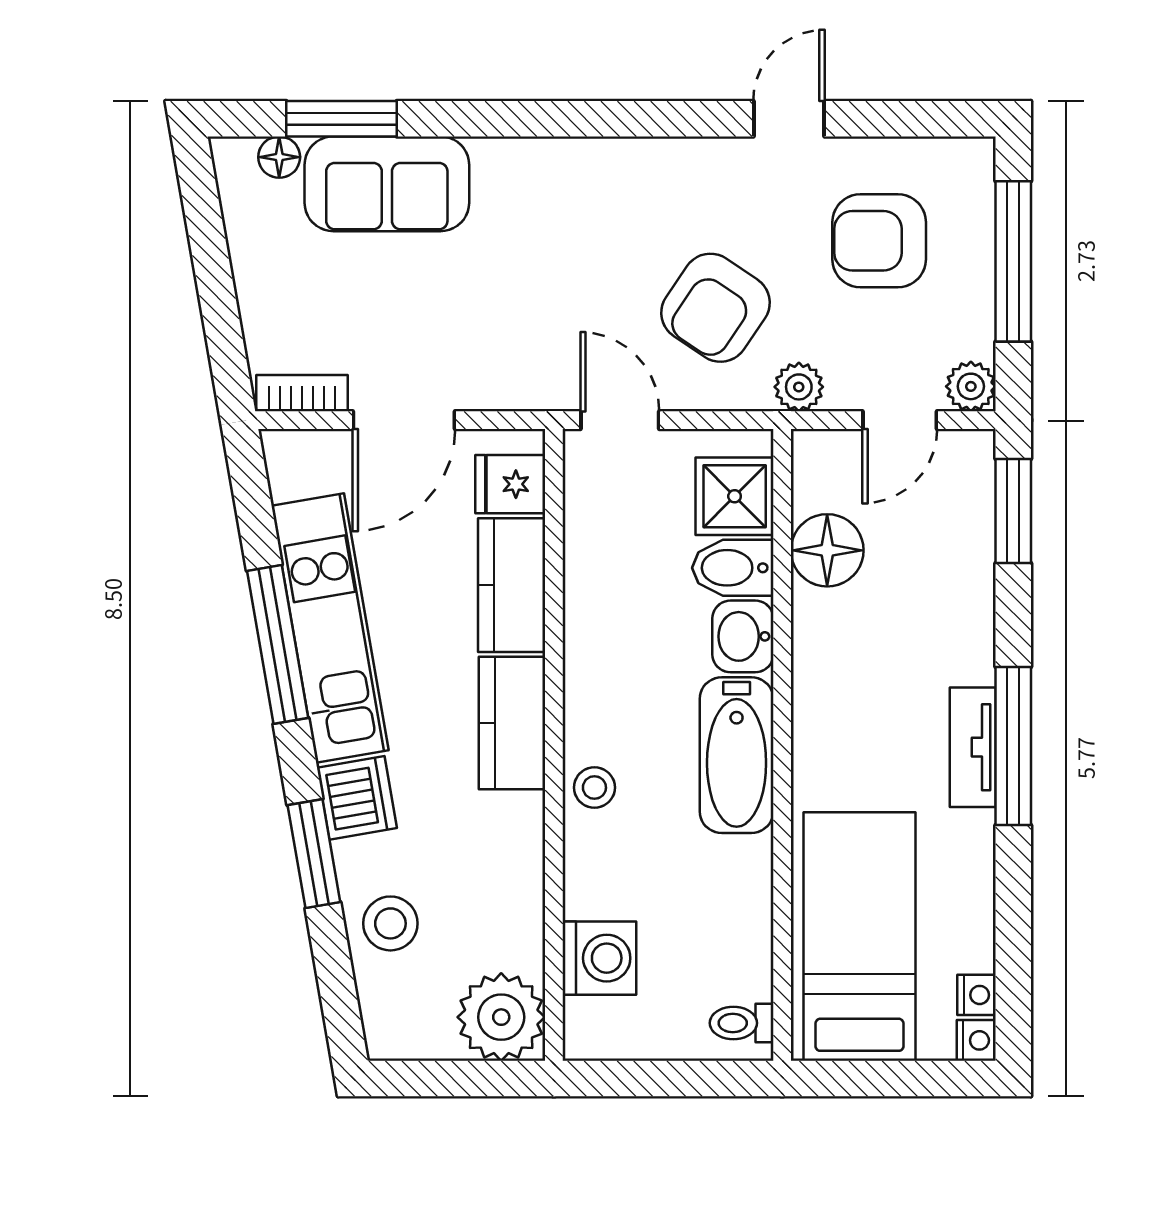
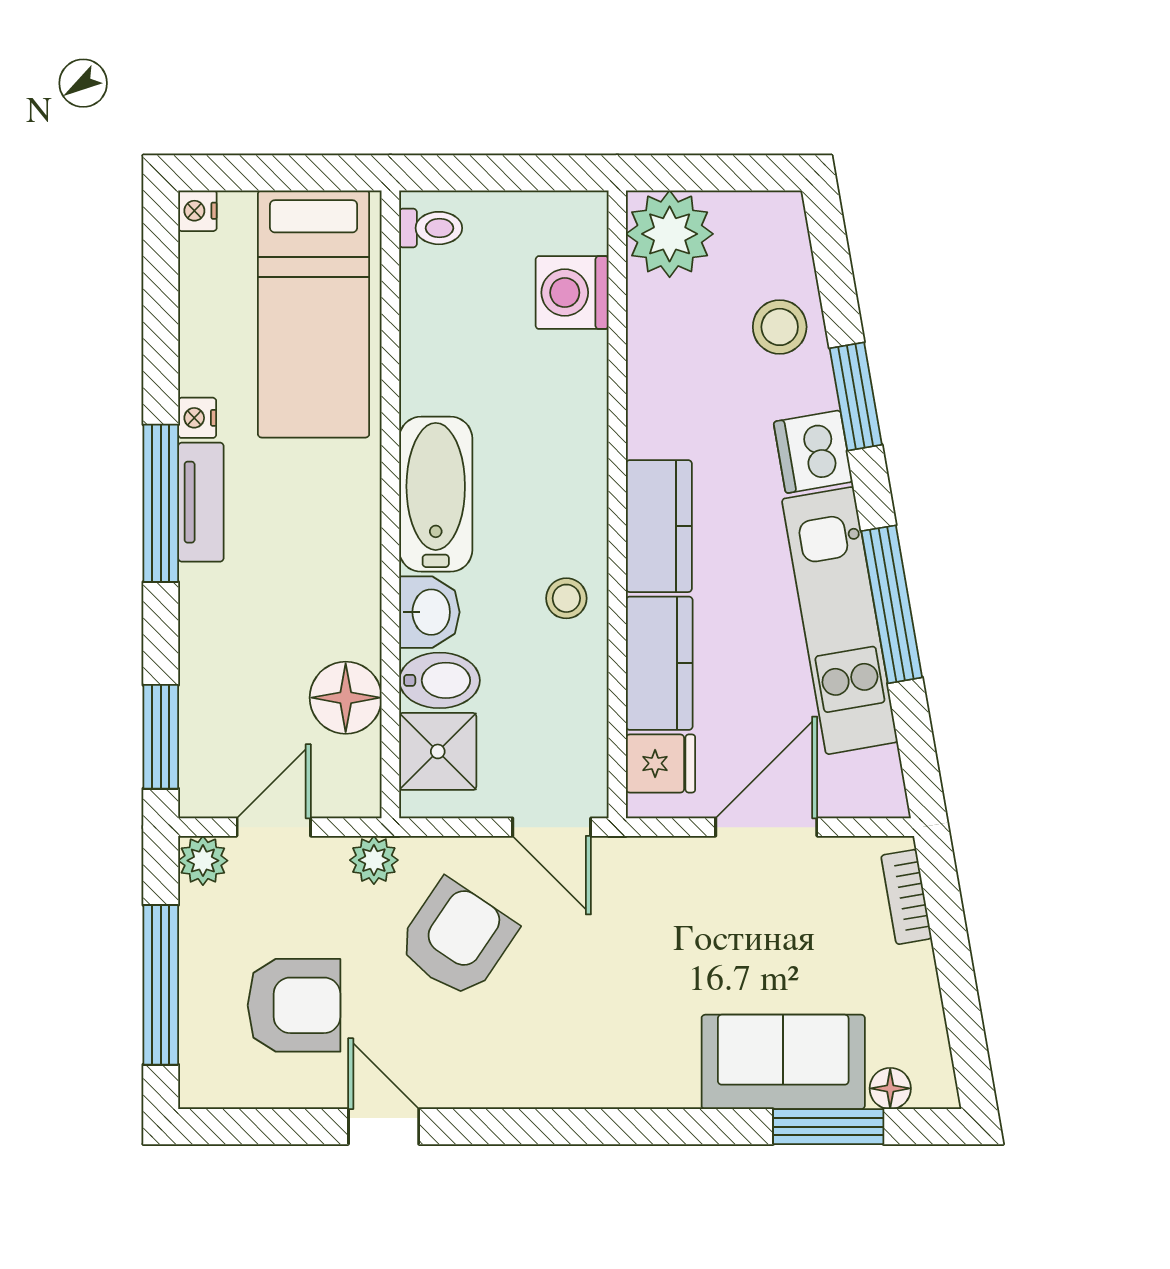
door: (789, 119) -> (384, 1127), swing flipped
bookcase: (302, 393) -> (906, 897), moved, turned 80
stool: (594, 788) -> (566, 598), moved
nightstand: (977, 995) -> (197, 418), moved

